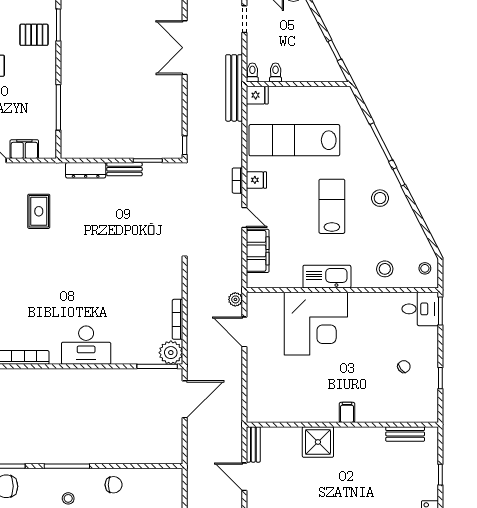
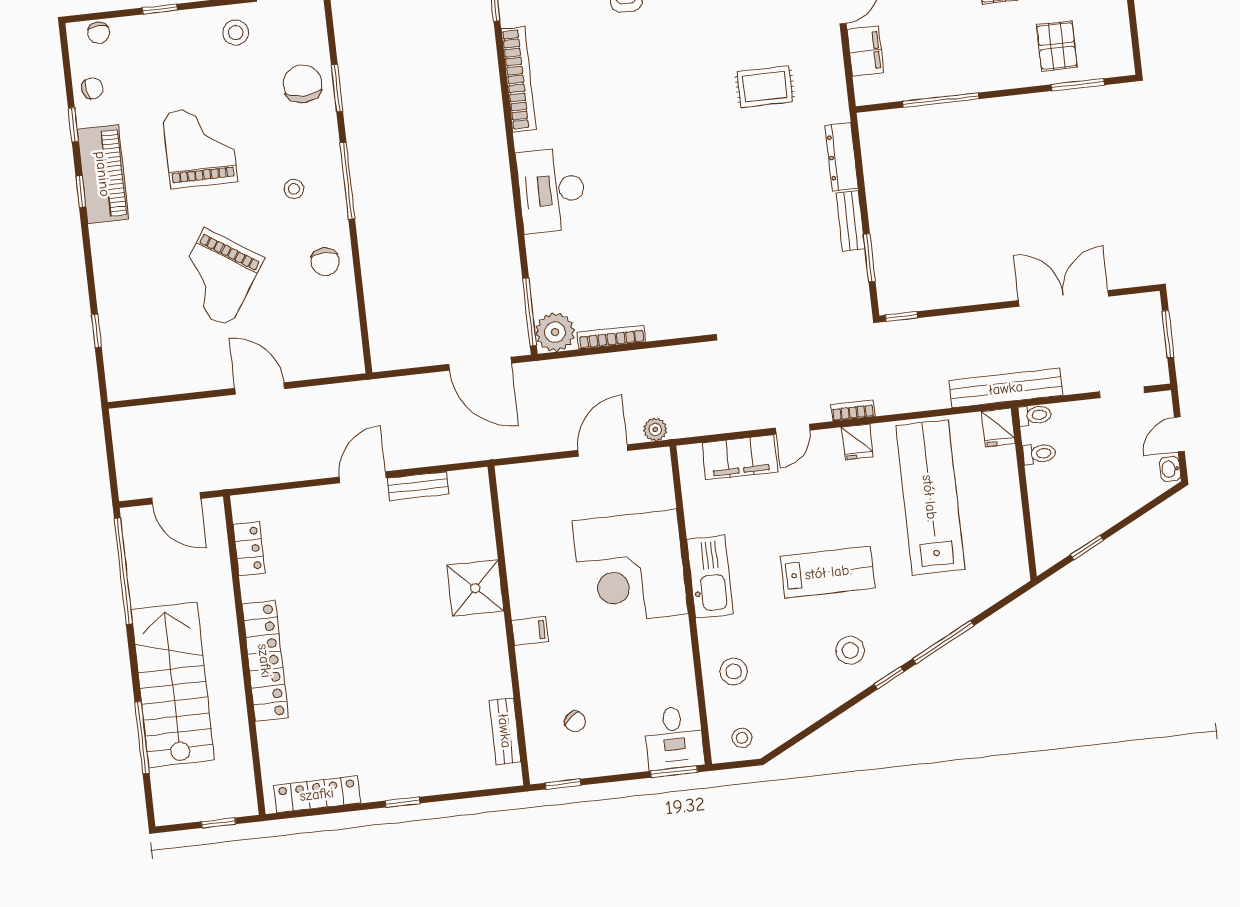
filing cabinet: (347, 412) -> (530, 631), moved
wall: (342, 425) -> (509, 626), moved
bench: (405, 434) -> (505, 731), moved
shower: (318, 442) -> (475, 588), moved

